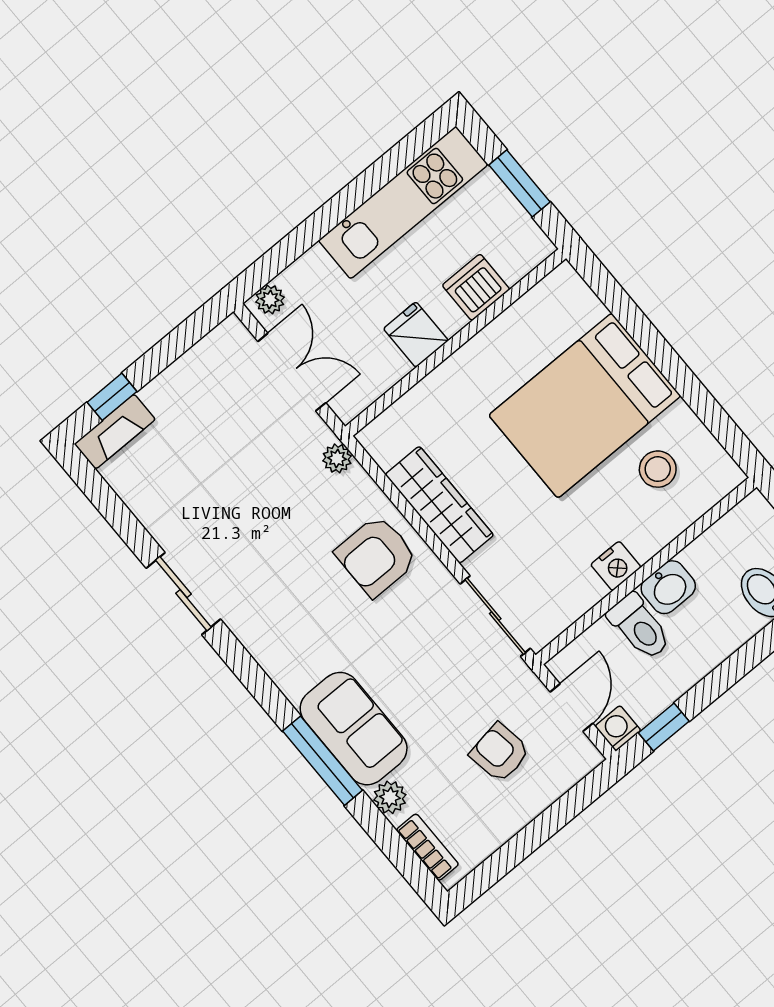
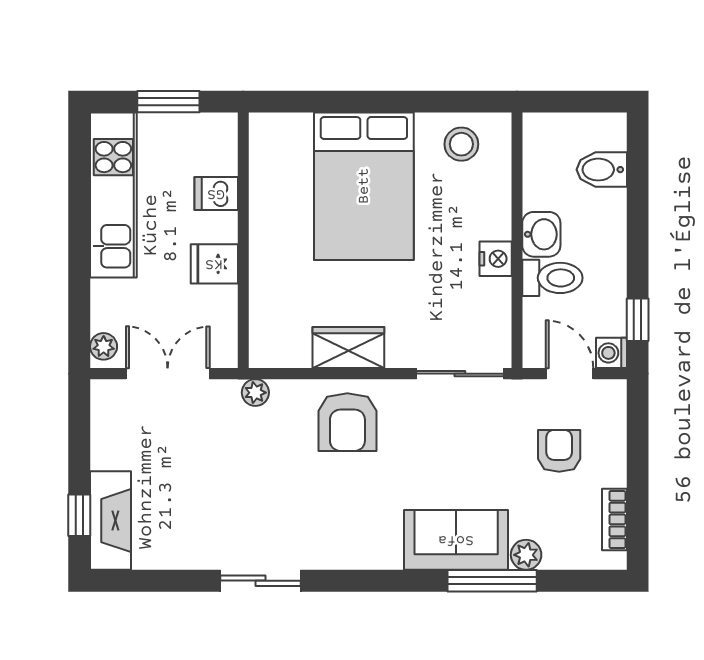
dishwasher: (476, 287) -> (216, 194), width x0.73
fireplace: (115, 432) -> (110, 521), width x1.37, depth x1.32
stool: (658, 469) -> (461, 144), moved
wardrobe: (439, 505) -> (348, 347), width x0.67
armchair: (500, 753) -> (559, 451), turned 99
window: (323, 761) -> (492, 581), moved
bookcase: (427, 847) -> (614, 519), moved, turned -90

